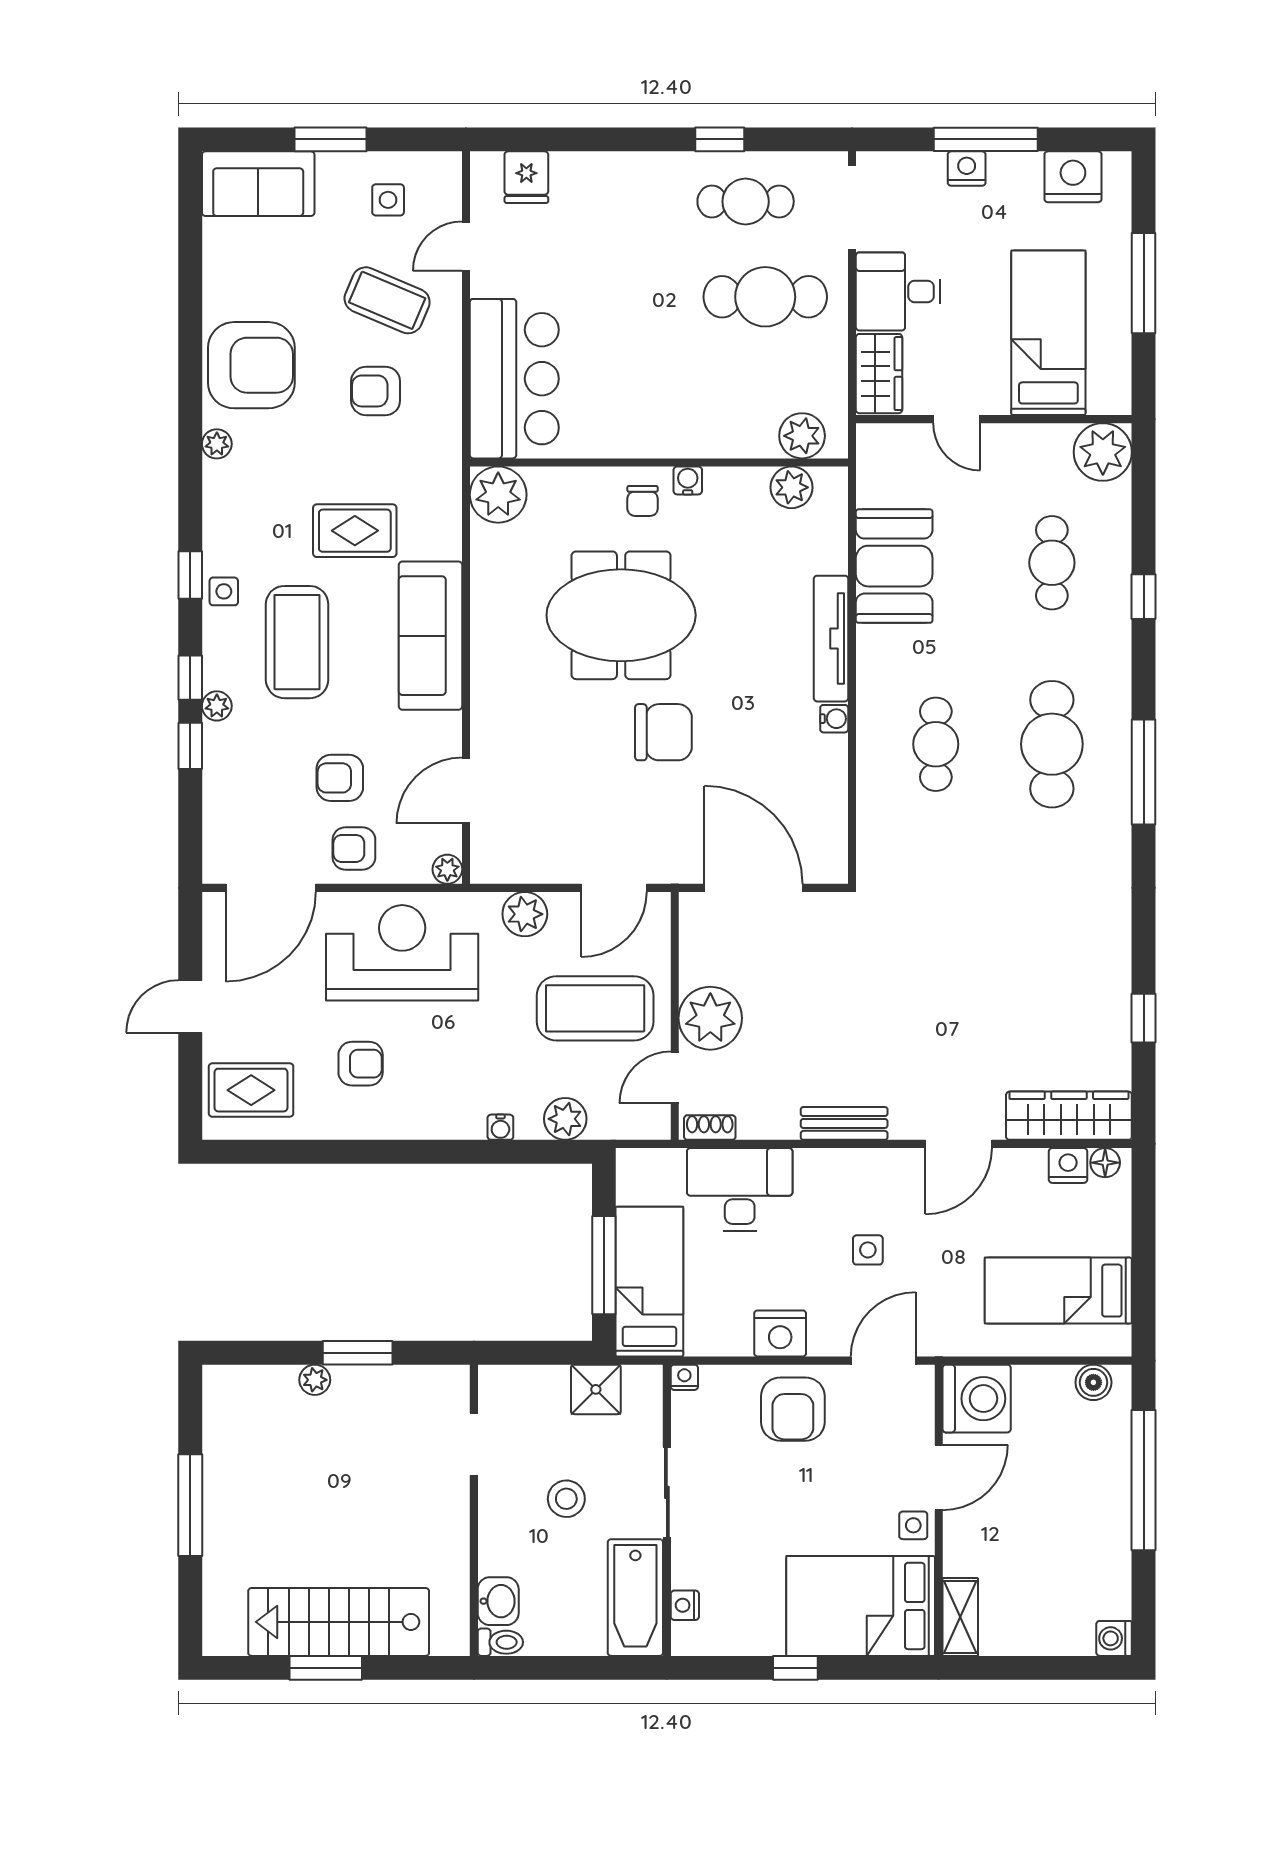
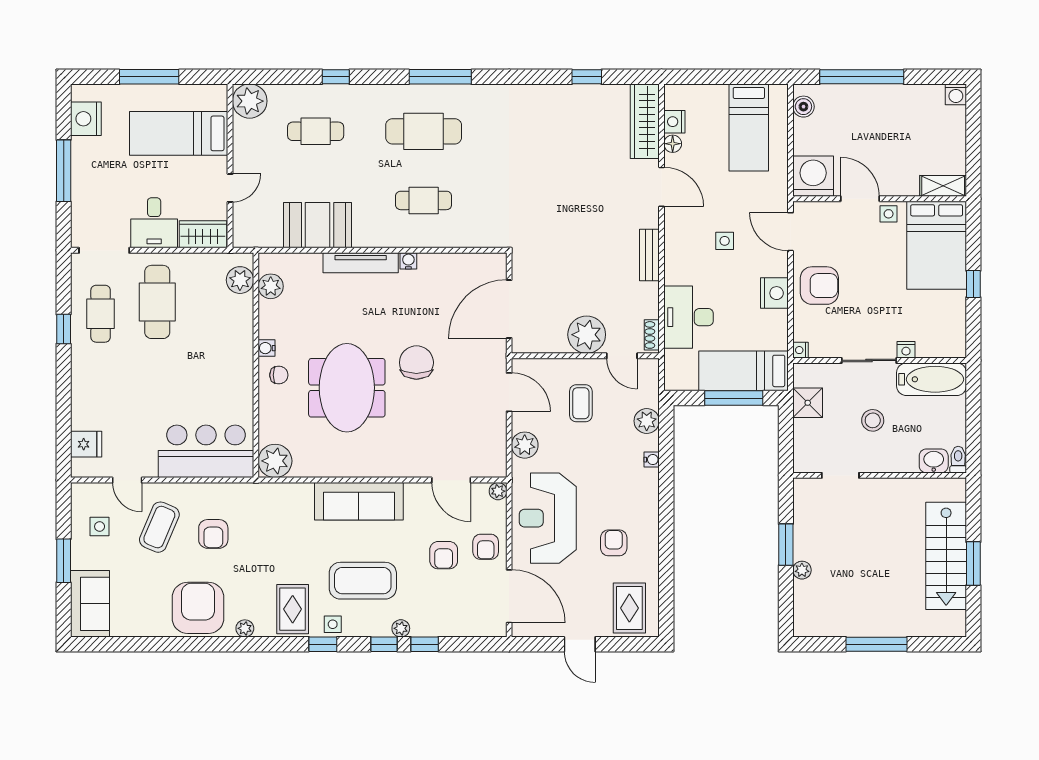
nightstand: (967, 169) -> (81, 182), removed
rug: (355, 531) -> (293, 609), moved
coffee table: (595, 1008) -> (581, 403), width x0.54, depth x0.58
floor lamp: (1105, 1163) -> (673, 144), moved
nightstand: (685, 1605) -> (906, 350), moved

